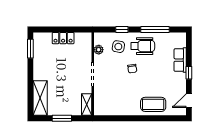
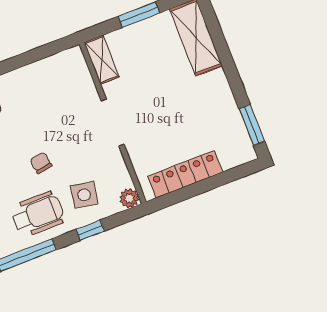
locker: (63, 38) -> (185, 174), width x1.53
wheelchair: (143, 46) -> (38, 214), turned 180
plant: (99, 50) -> (129, 198), moved

